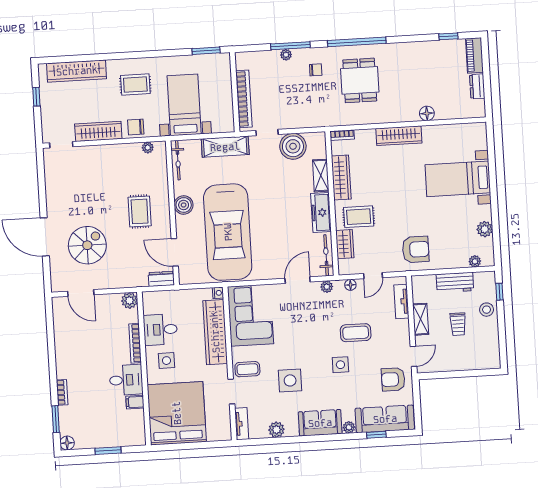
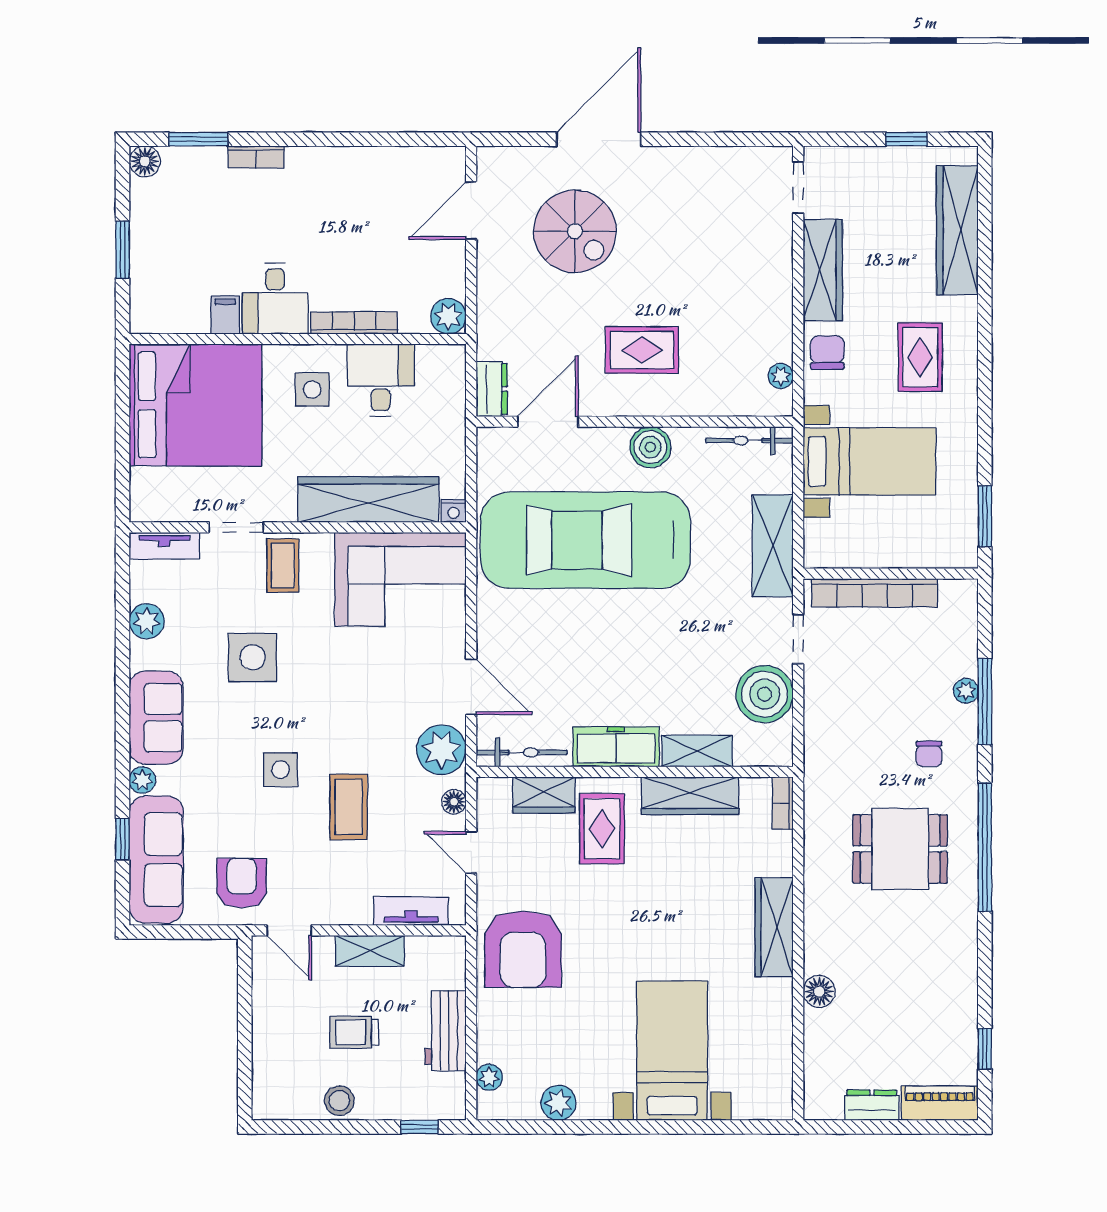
armchair: (416, 249) -> (523, 949), width x1.36, depth x1.36
plant: (327, 287) -> (441, 750), width x1.88, depth x1.88
stool: (487, 310) -> (339, 1101), moved

